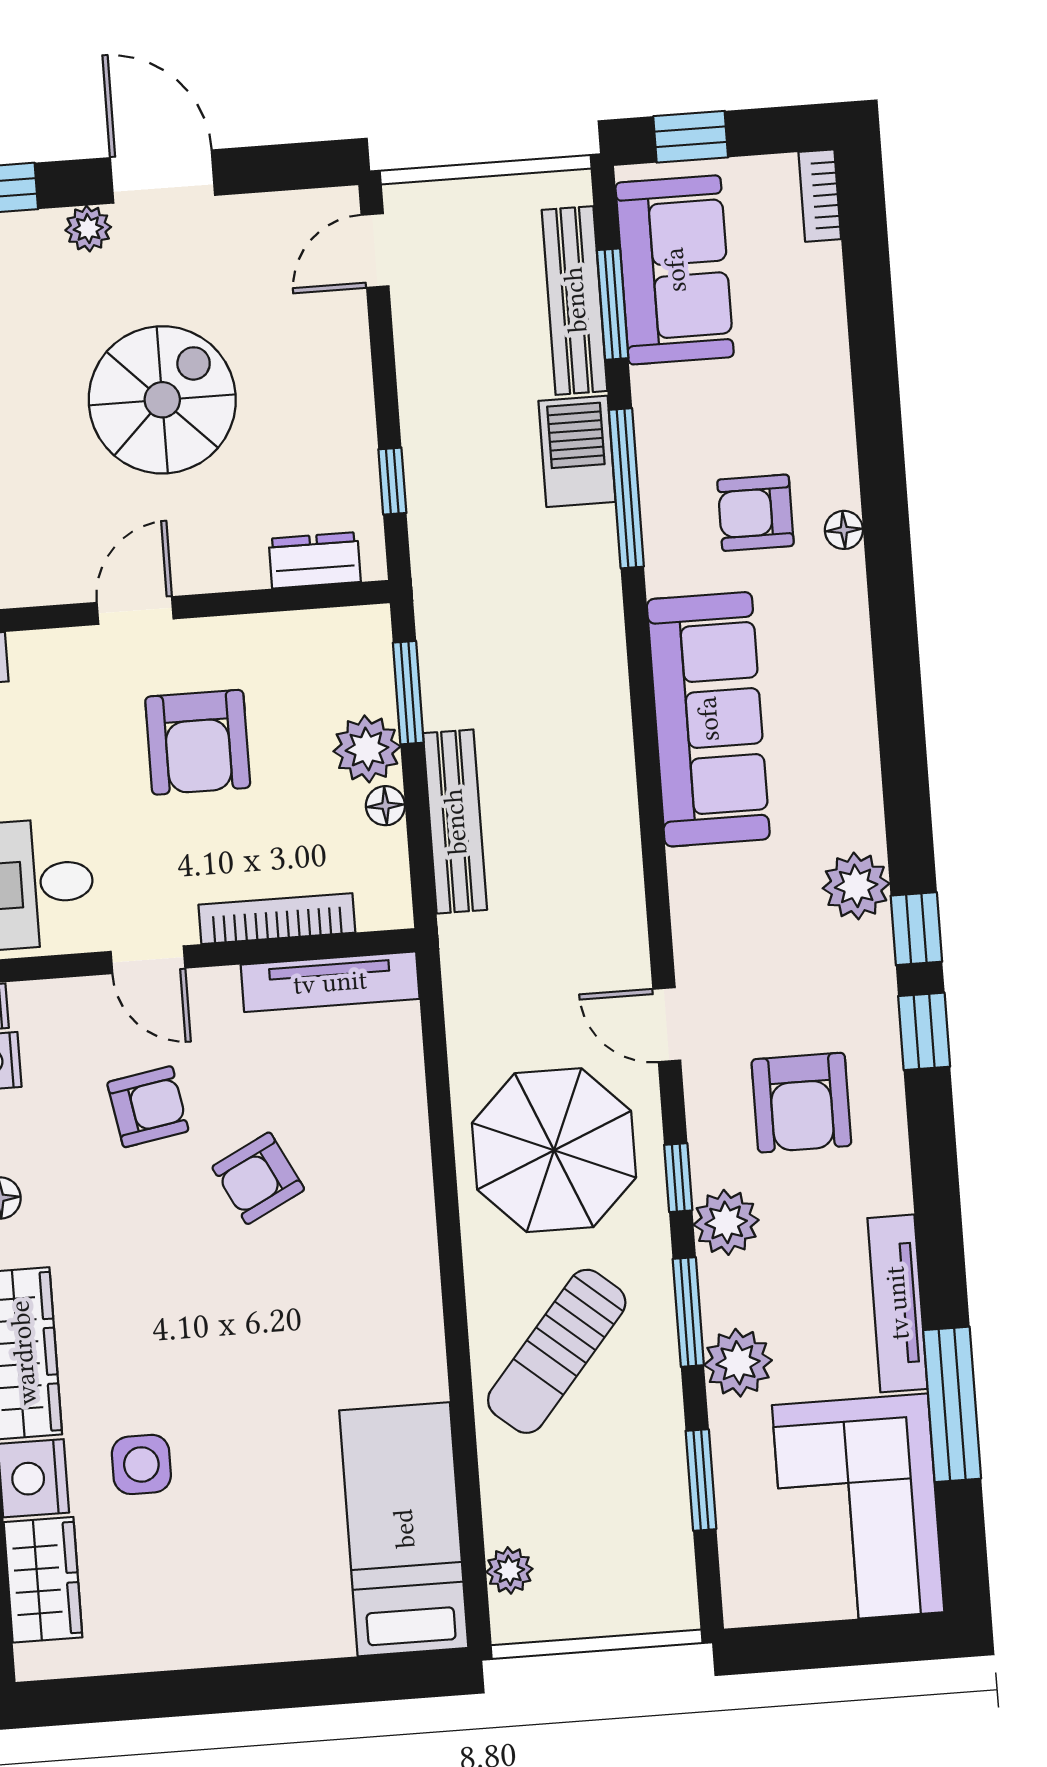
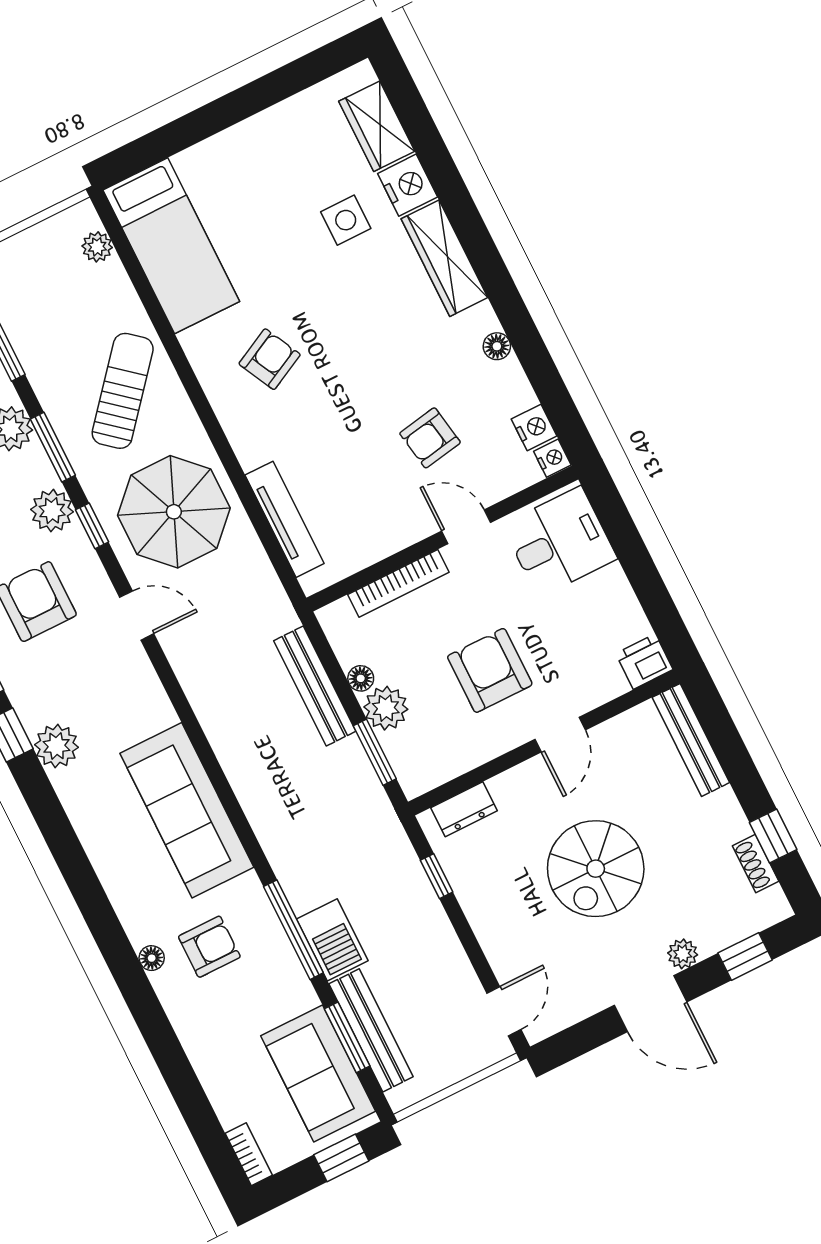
tv unit: (330, 982) -> (284, 519), moved, turned 90
armchair: (258, 1178) -> (270, 359), moved

